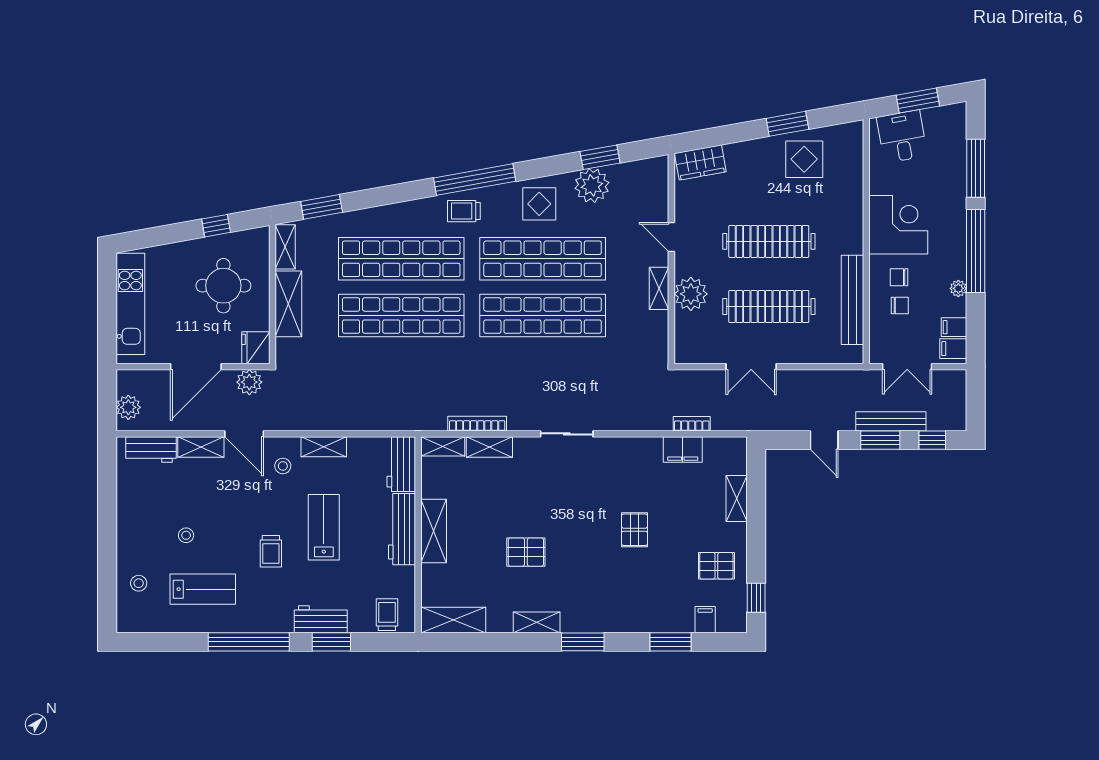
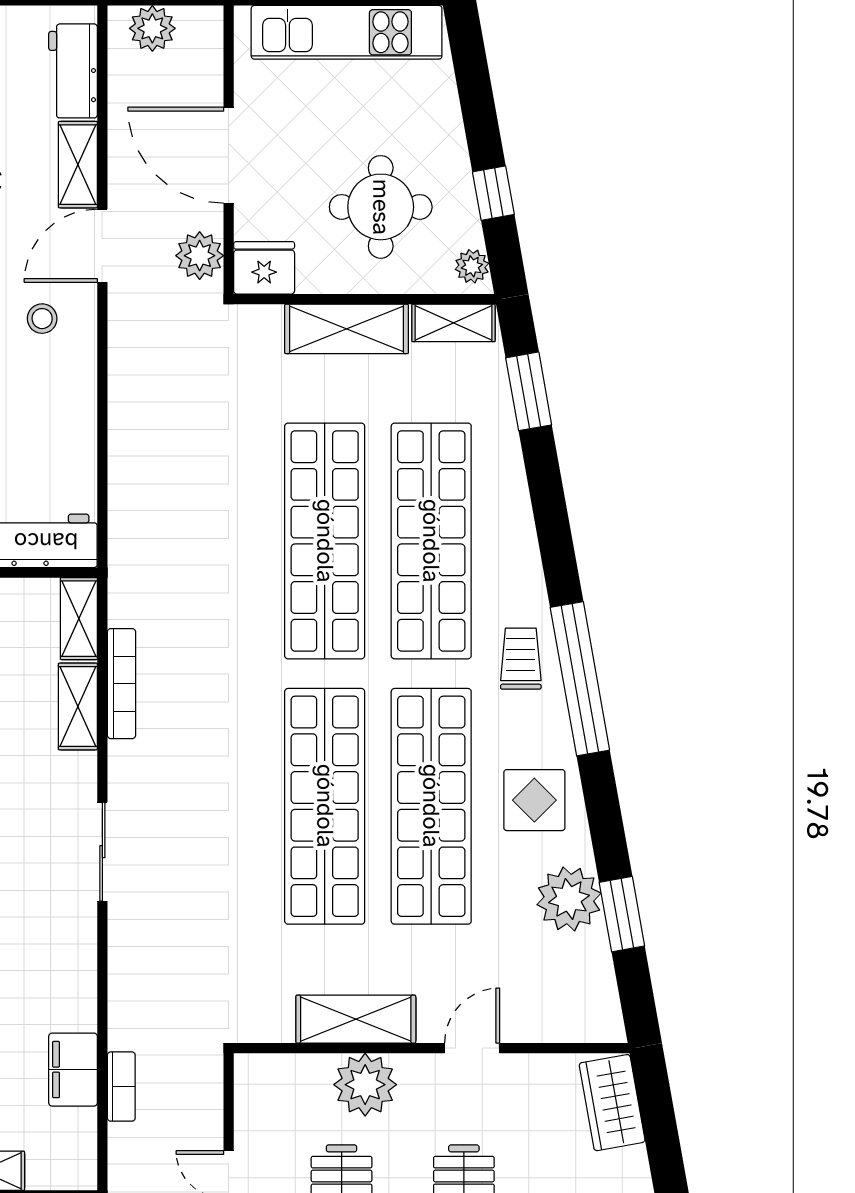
plant: (255, 237) -> (472, 266), added
shelving: (659, 288) -> (356, 1019), width x1.50, depth x1.33
shelving: (324, 447) -> (78, 395), removed

